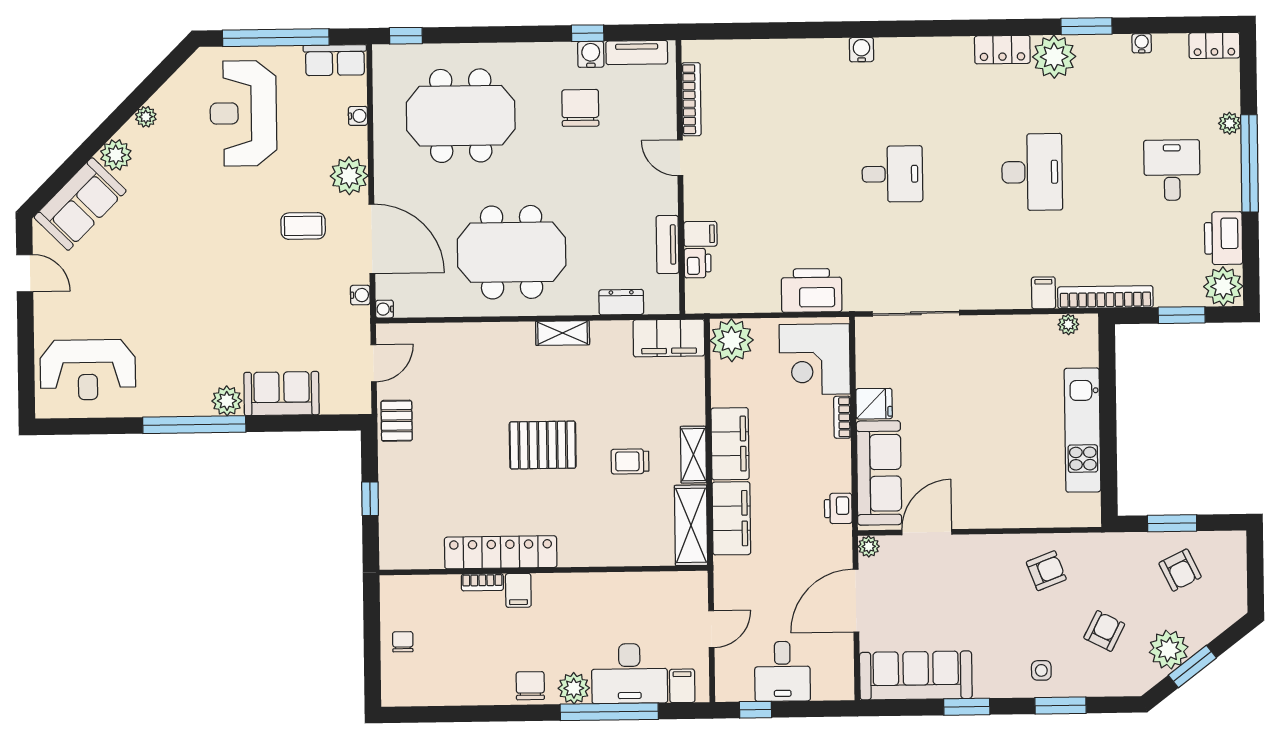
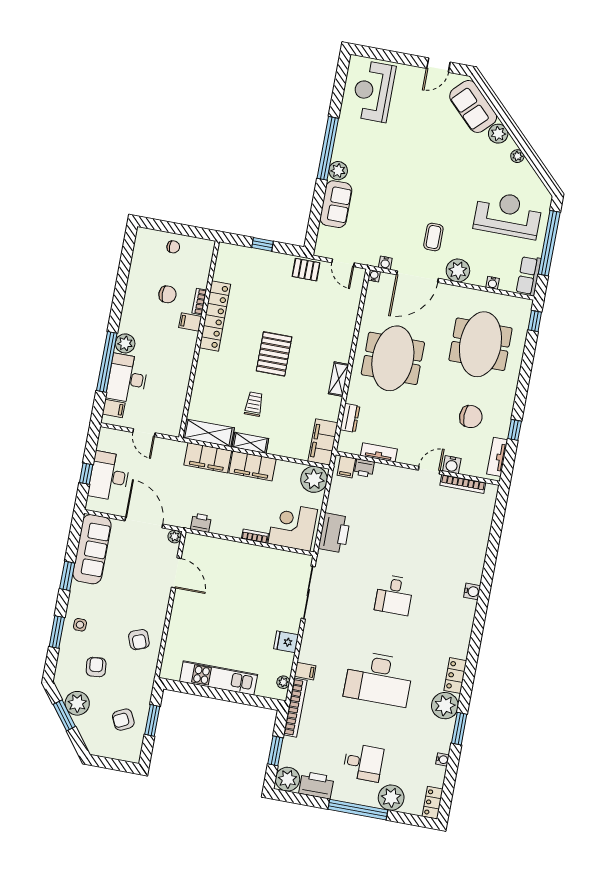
water cooler: (591, 54) -> (452, 465), moved, turned 90
plant: (1230, 123) -> (391, 798), width x1.87, depth x1.87
desk: (1032, 172) -> (379, 679), width x1.36, depth x1.30
filing cabinet: (700, 234) -> (346, 467), moved
fridge: (874, 404) -> (286, 642), moved, turned 90
sofa: (879, 473) -> (217, 551), removed
armchair: (1104, 631) -> (96, 667), turned -123
desk: (782, 671) -> (109, 476), width x1.37
chair: (530, 686) -> (167, 294), moved
window: (755, 710) -> (86, 474), moved

